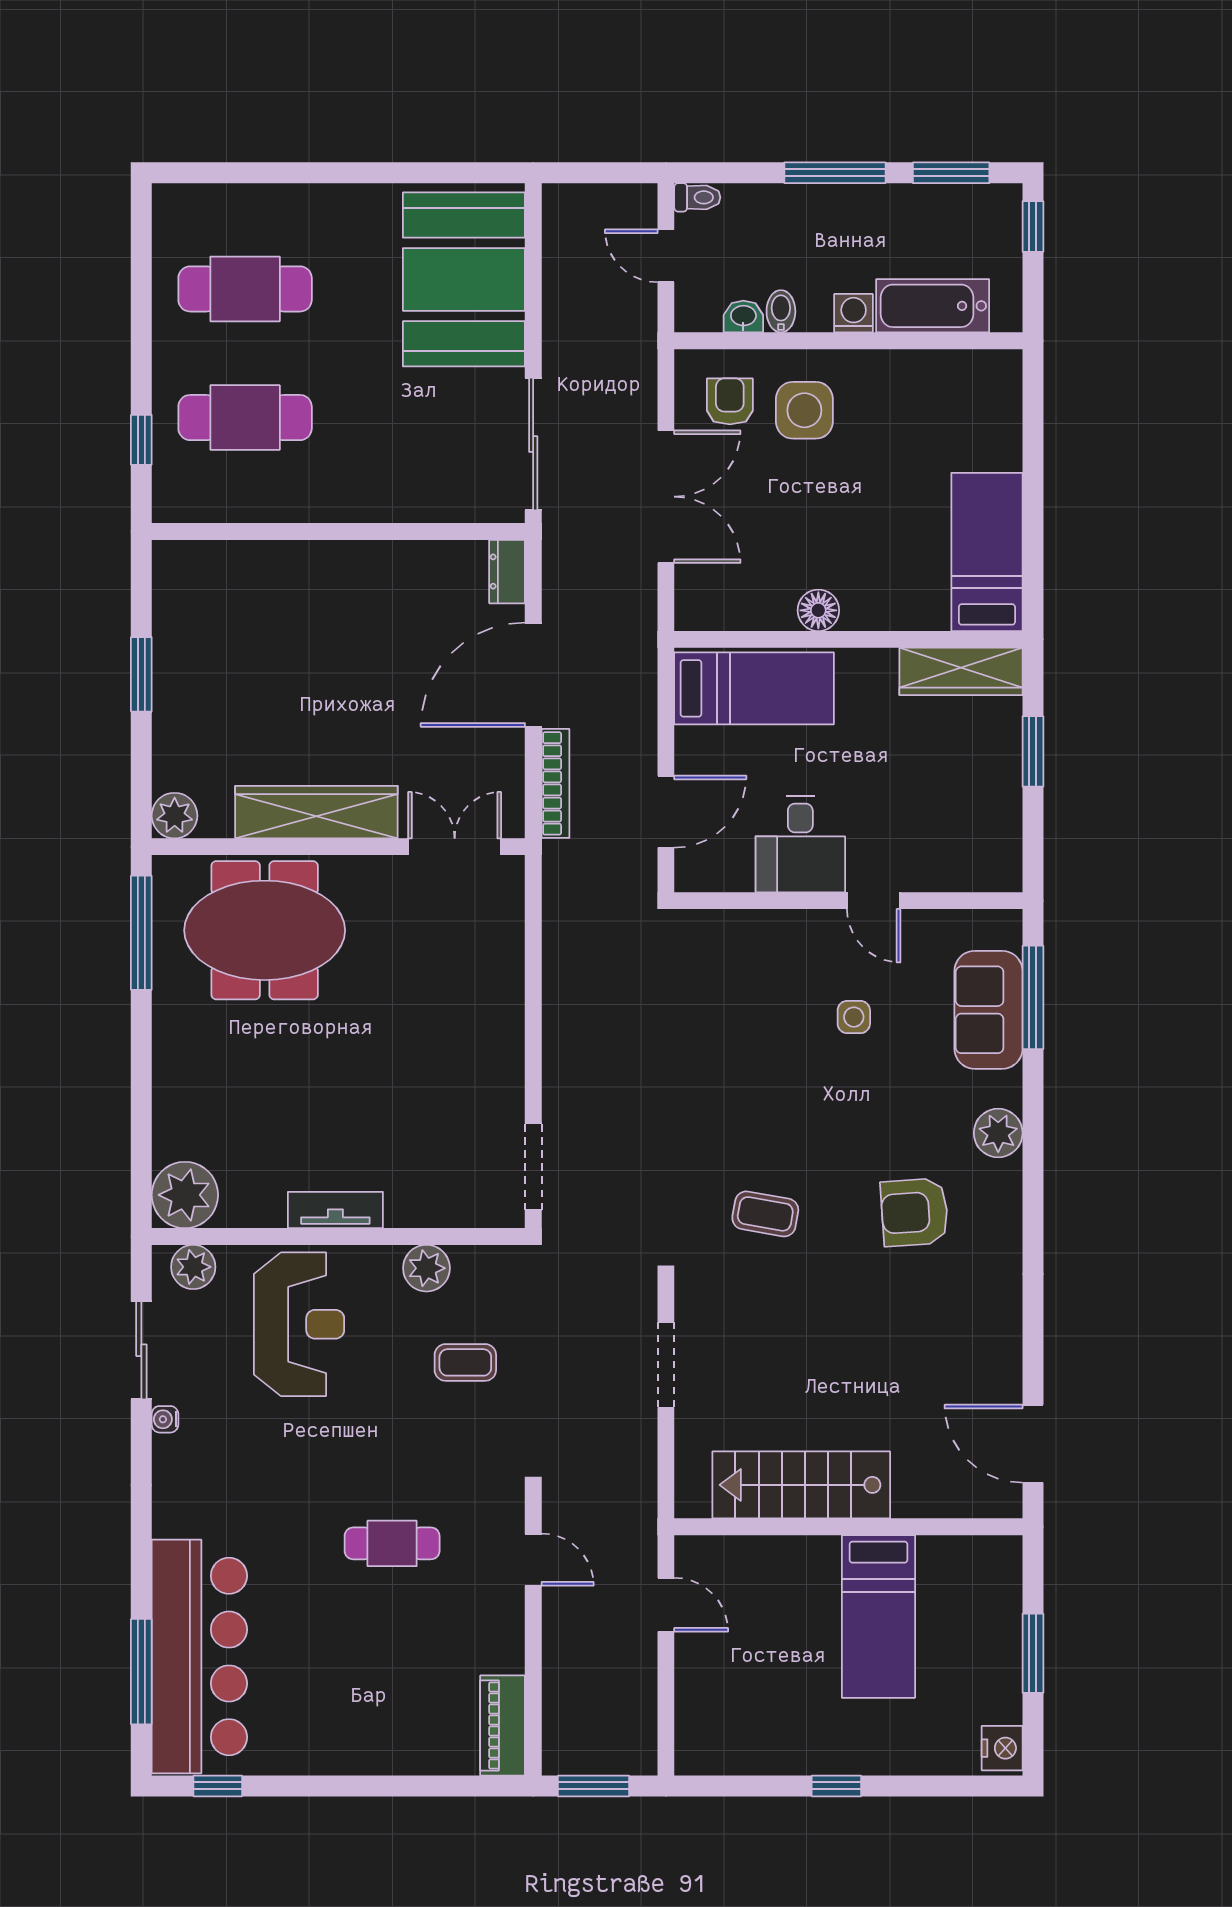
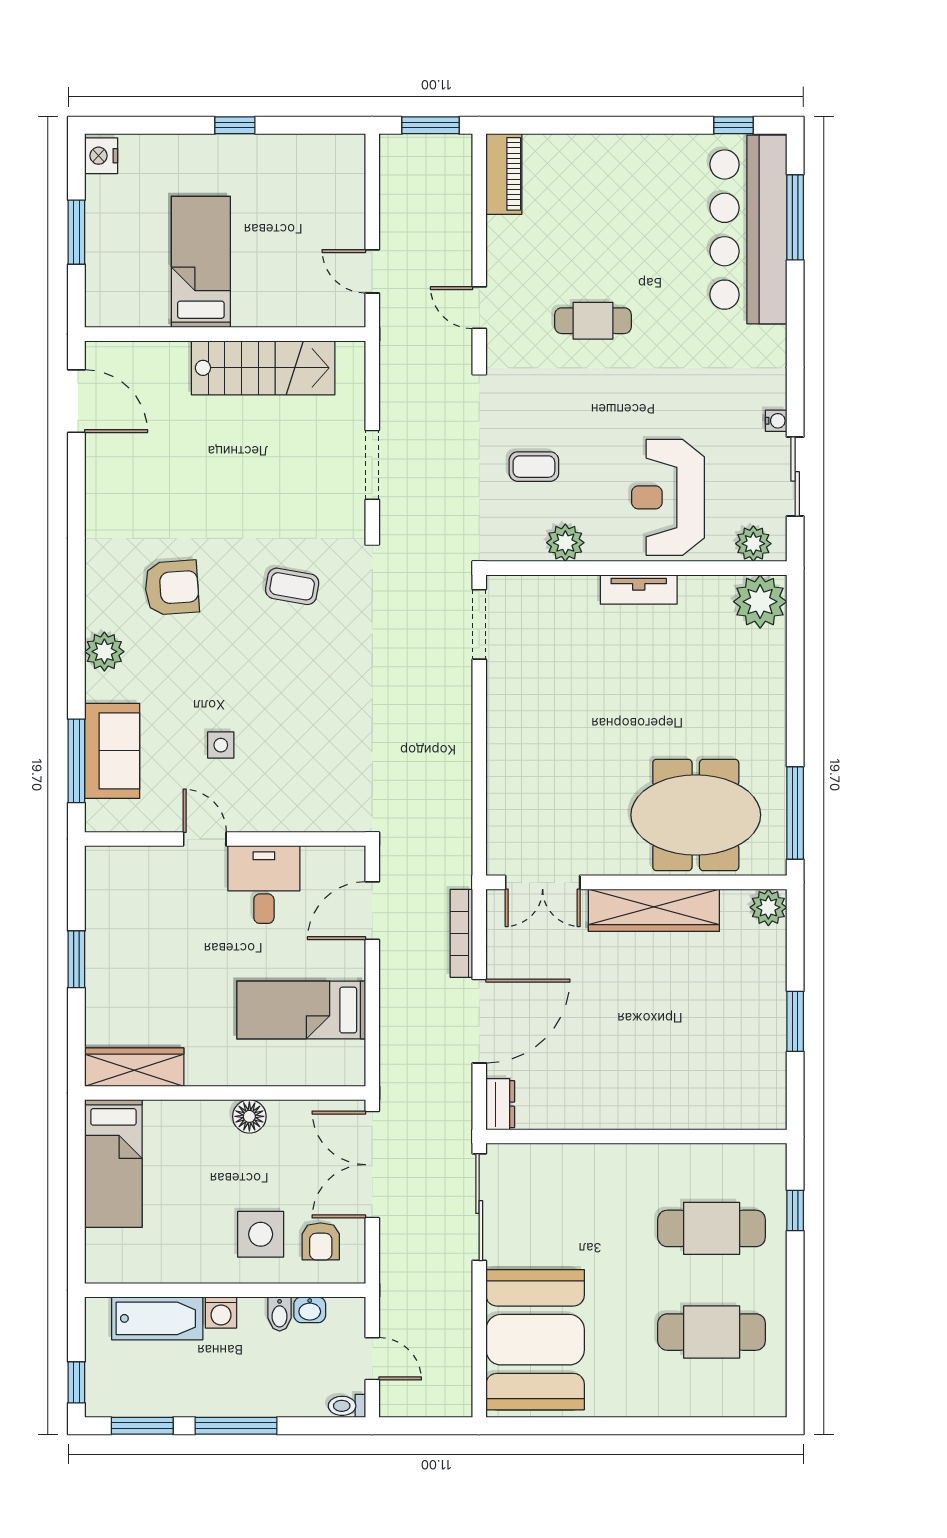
bed: (987, 552) -> (113, 1163), moved
floor lamp: (818, 610) -> (249, 1116), moved
wall: (848, 639) -> (225, 1093), moved
wardrobe: (961, 671) -> (134, 1067), moved

